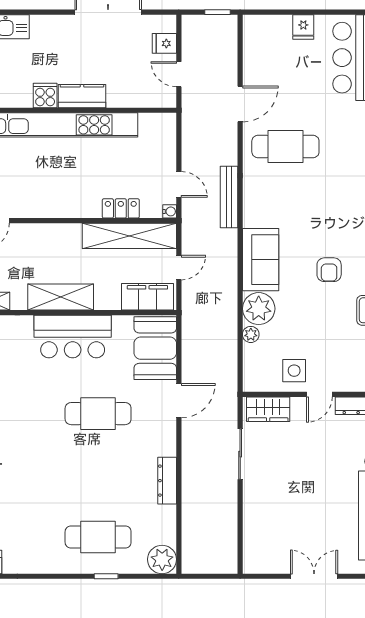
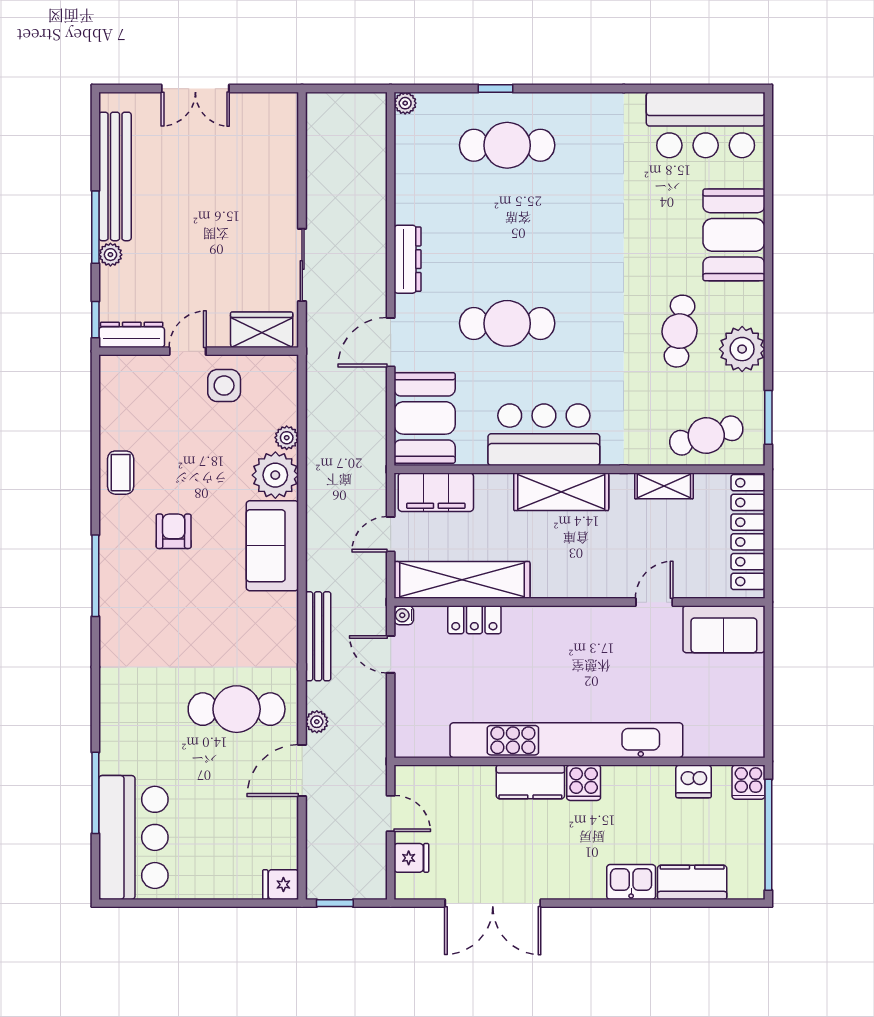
fridge: (303, 27) -> (281, 885), moved, turned -90
plant: (230, 138) -> (317, 722), added
dresser: (167, 481) -> (407, 259), moved
plant: (162, 559) -> (405, 103), width x0.53, depth x0.53

